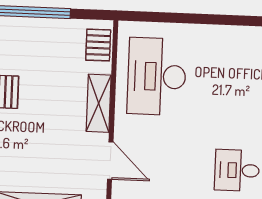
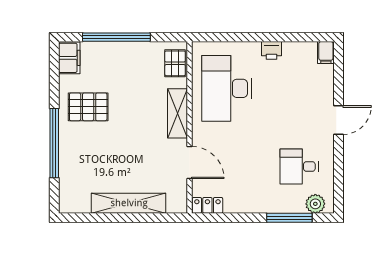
printer: (210, 35) -> (272, 50), added

